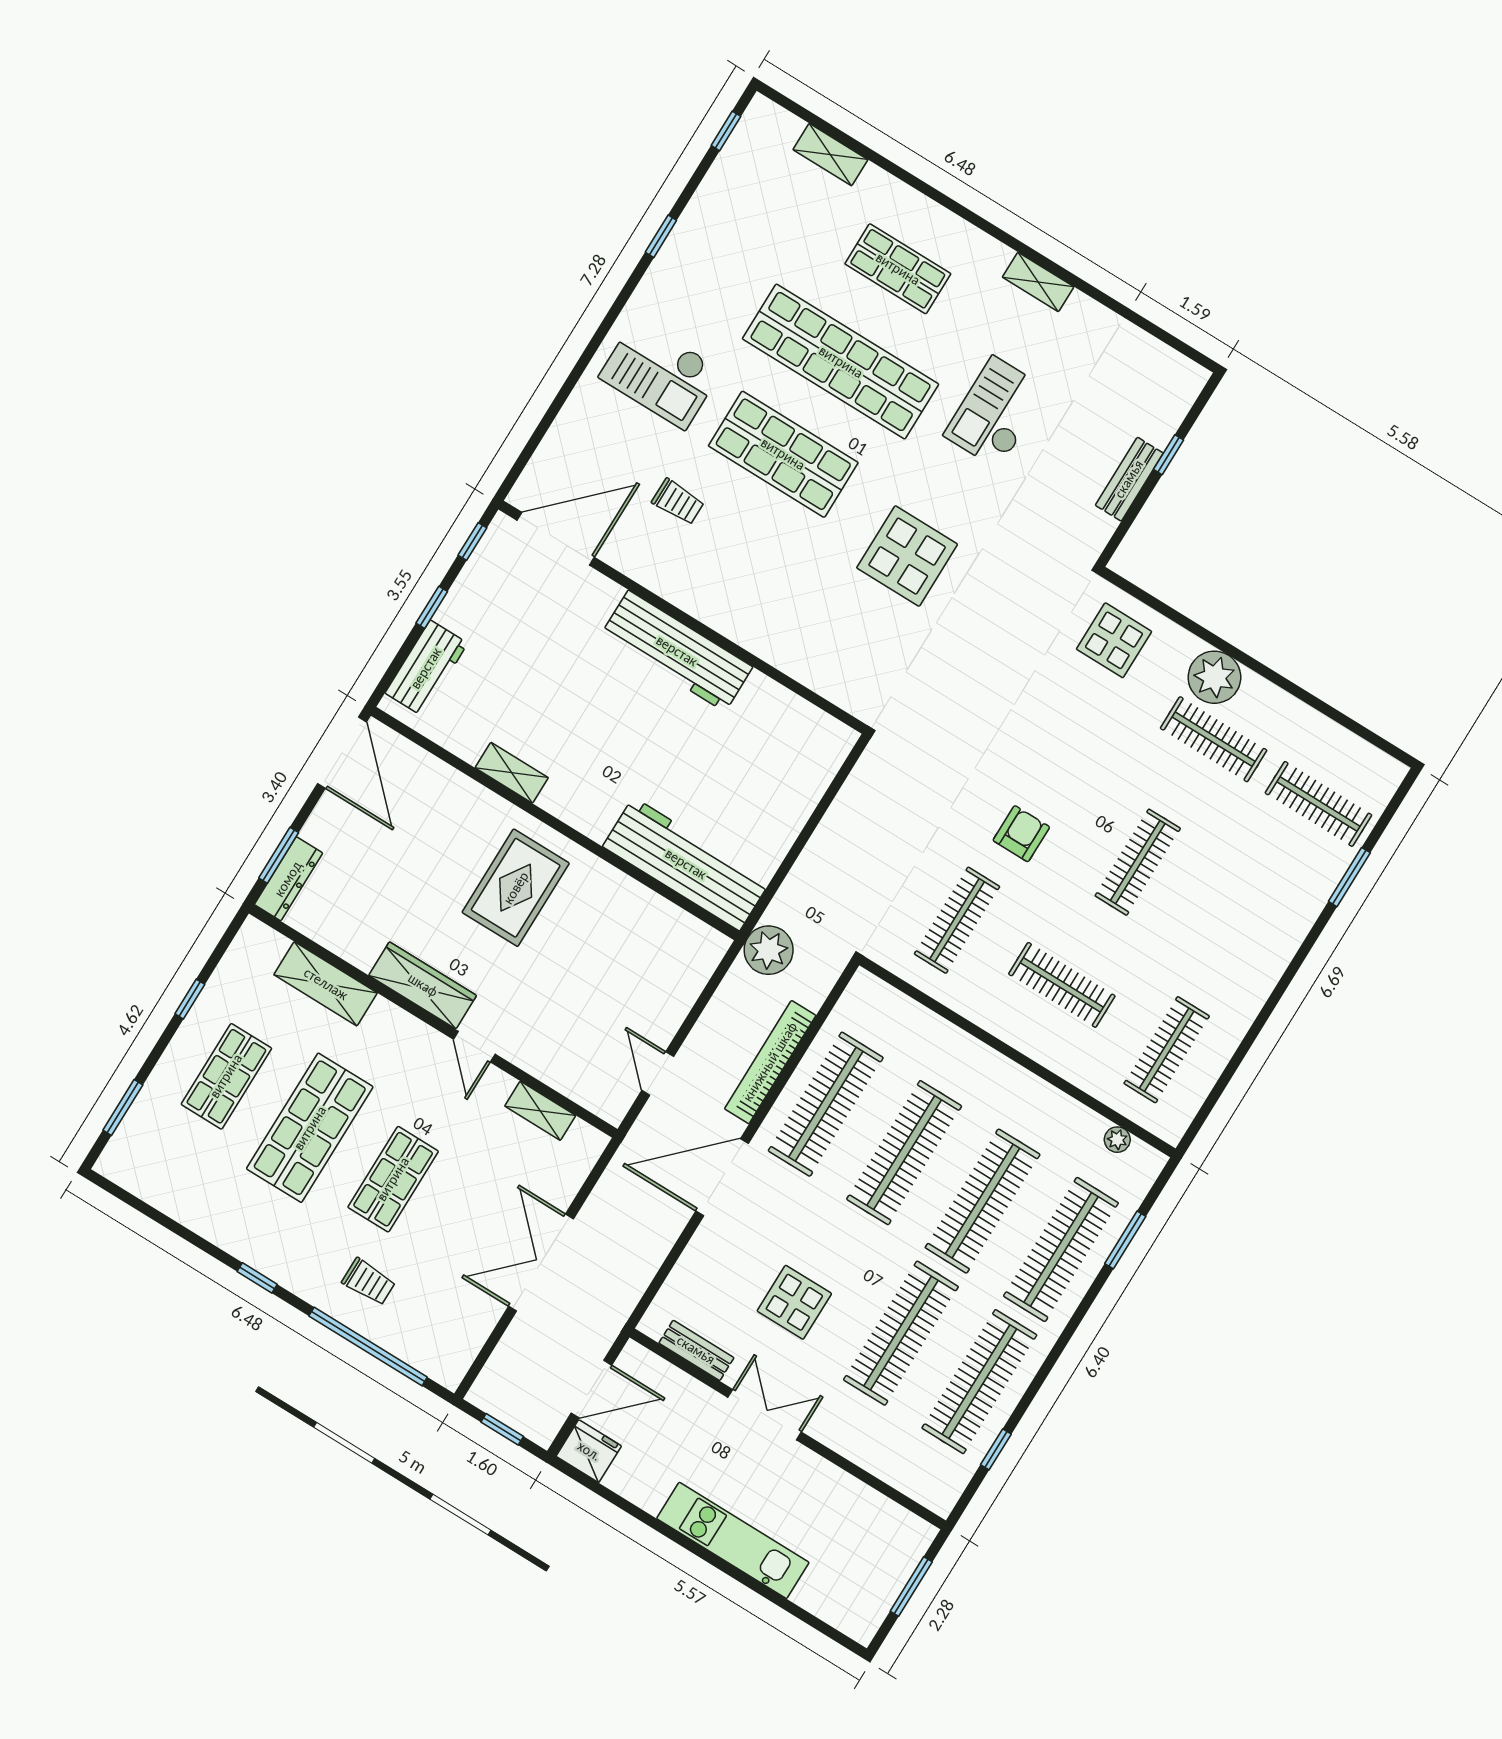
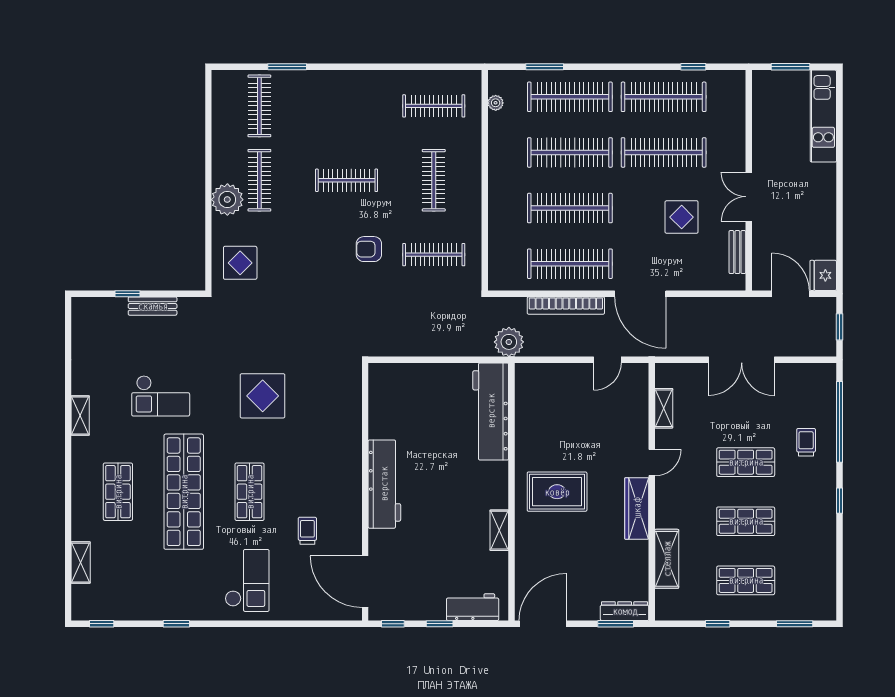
shop shelf: (783, 454) -> (250, 492), width x0.70, depth x0.74
shop shelf: (310, 1128) -> (746, 521), width x0.70, depth x0.74
kitchen unit: (733, 1540) -> (823, 116), moved

